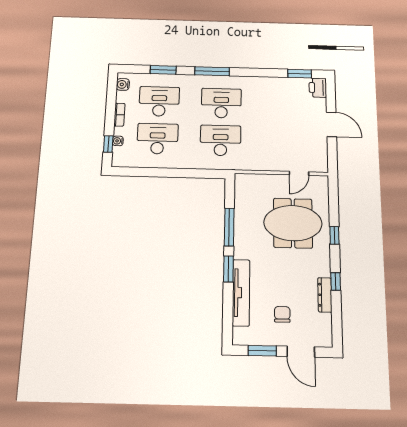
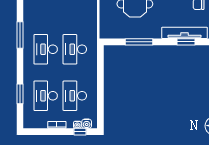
window: (212, 71) -> (20, 35), moved
water cooler: (123, 84) -> (87, 124), moved
window: (228, 269) -> (186, 42), moved

